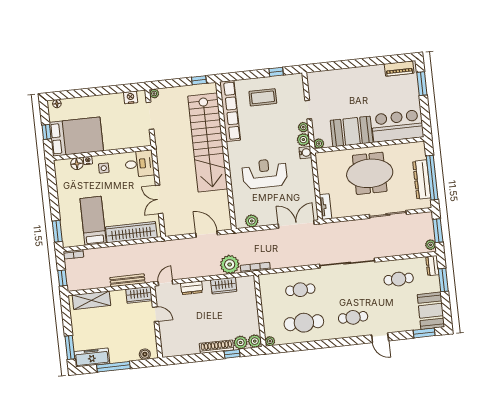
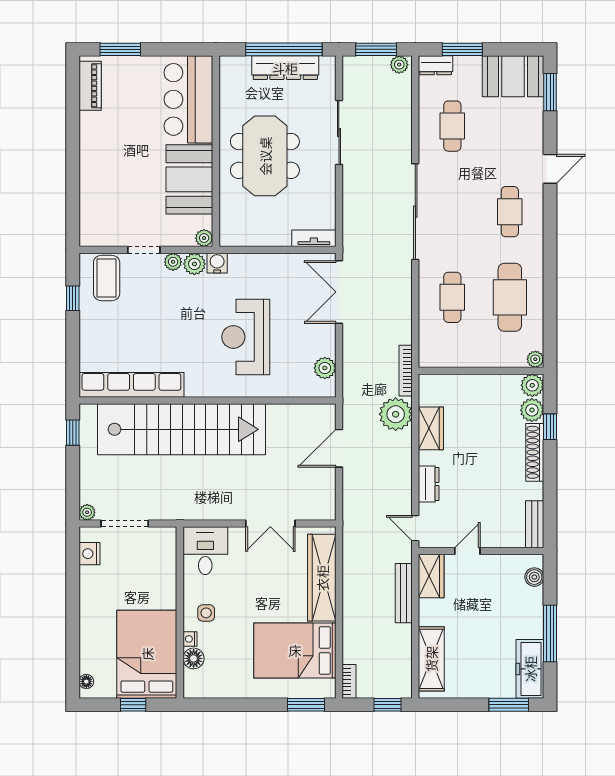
coffee table: (263, 97) -> (107, 278), moved
bed: (93, 221) -> (295, 650), width x1.50
bench: (175, 351) -> (535, 524), added

